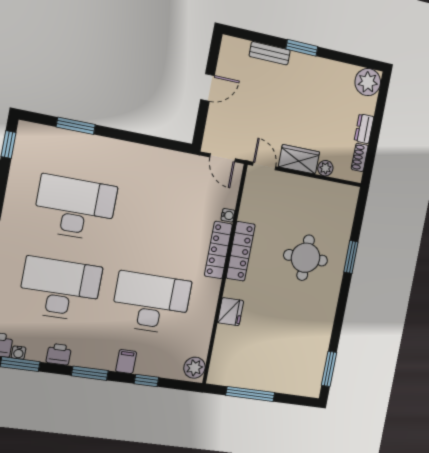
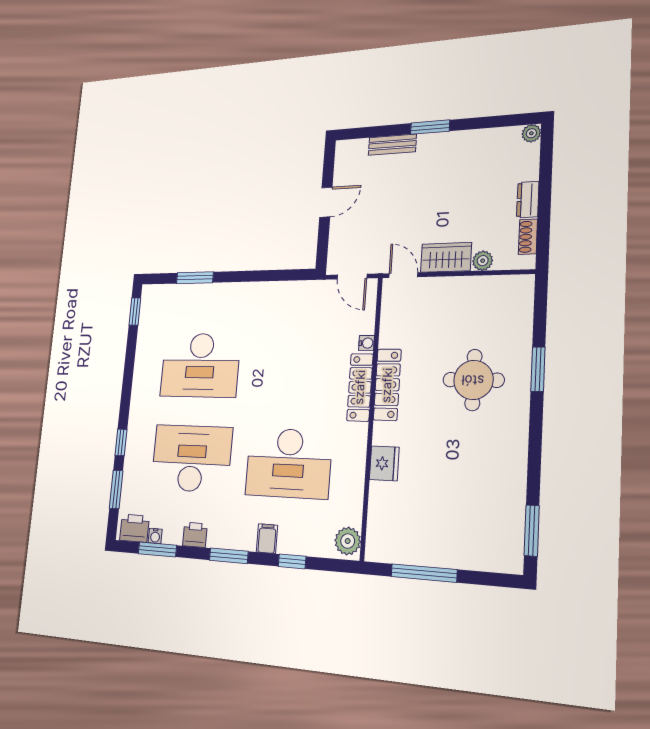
plant: (368, 82) -> (531, 133), width x0.53, depth x0.53
desk: (75, 208) -> (200, 365), turned 180
desk: (151, 303) -> (288, 463), turned 180

